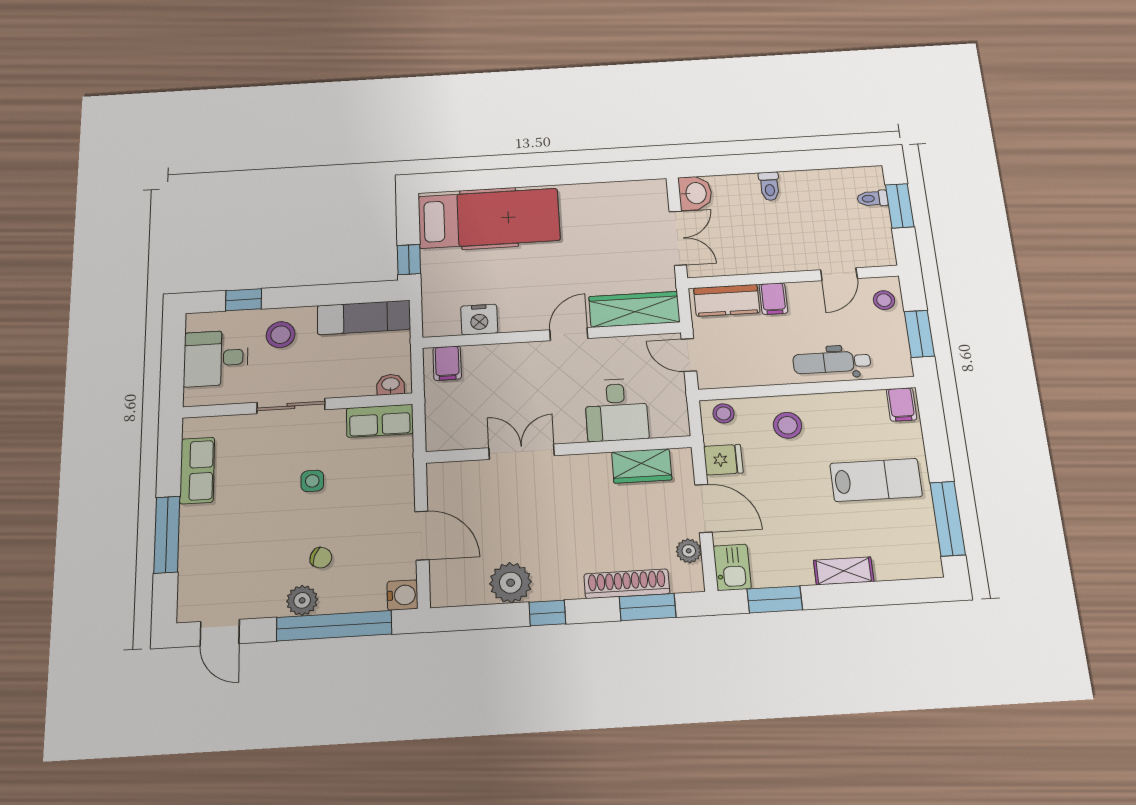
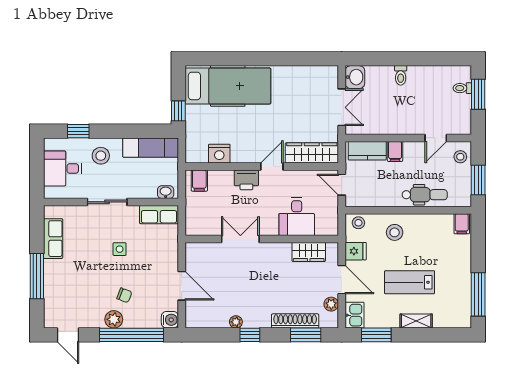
printer: (527, 357) -> (246, 180), added
dental chair: (832, 362) -> (425, 195), turned 180
lab bench: (876, 480) -> (410, 282), moved, turned 180
plant: (511, 583) -> (236, 322), width x0.53, depth x0.53

